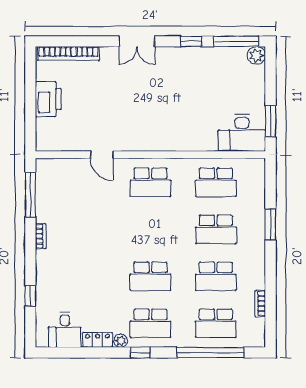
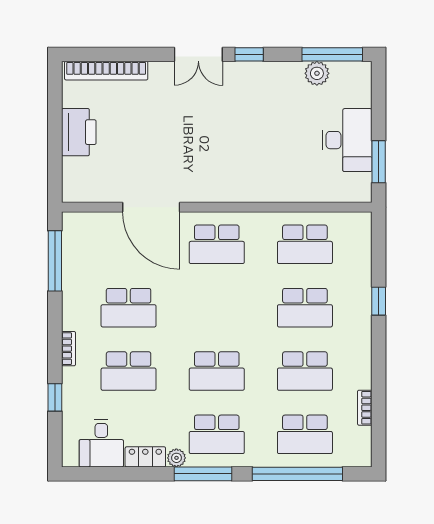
window: (191, 41) -> (249, 54), moved
plant: (256, 55) -> (317, 73), moved
desk: (242, 133) -> (347, 140), moved, turned -90
door: (102, 155) -> (151, 207), width x1.87
window: (271, 224) -> (379, 301), width x0.67
school desk: (85, 229) -> (129, 308), added
bookcase: (41, 236) -> (69, 349), moved
school desk: (85, 276) -> (129, 371), added
window: (140, 353) -> (203, 474), width x2.17

